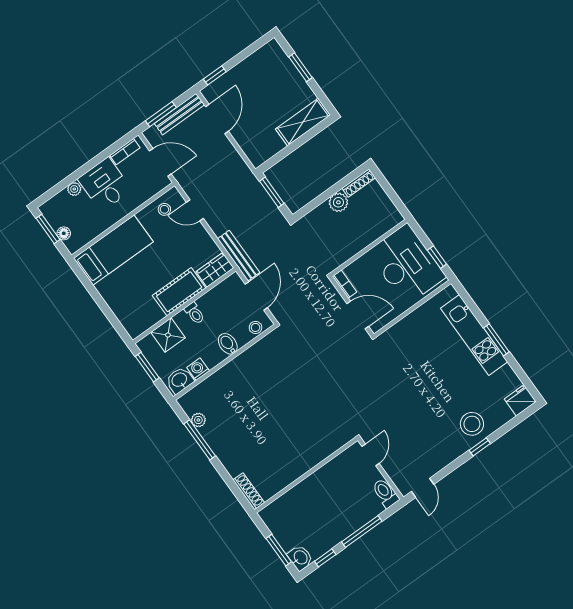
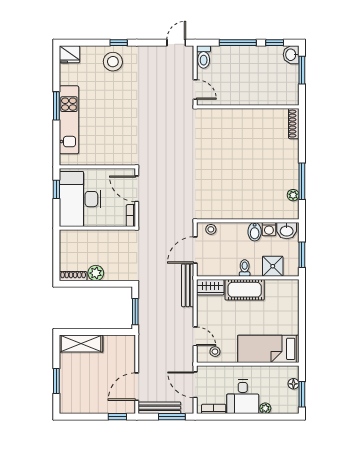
bidet: (228, 344) -> (255, 232), moved
door: (371, 455) -> (195, 90), swing flipped

